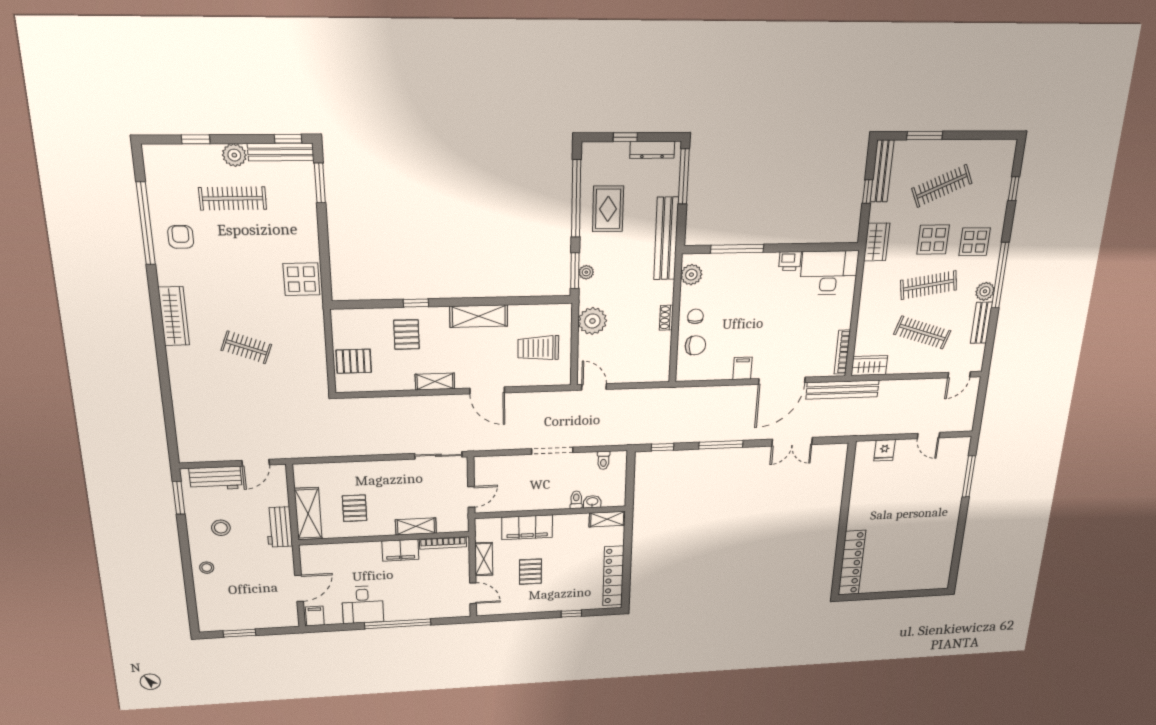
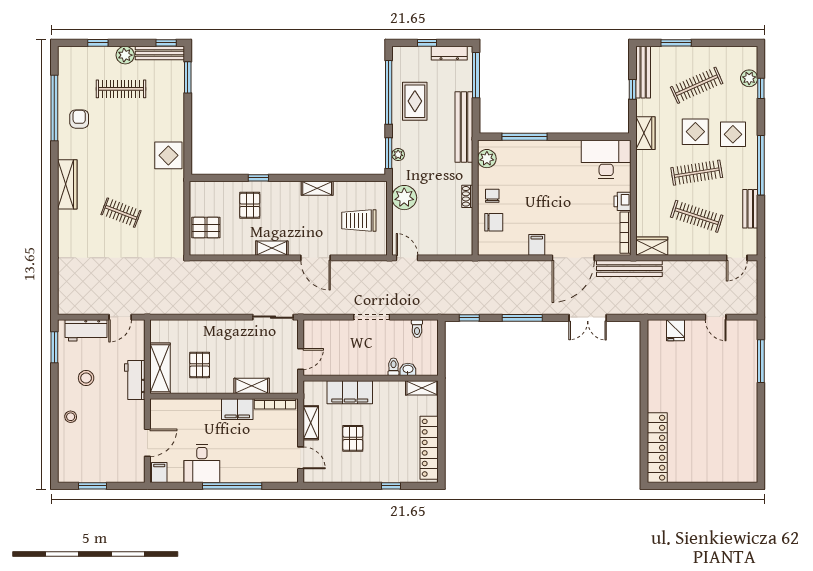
printer: (790, 261) -> (622, 201), moved, turned 90
plant: (985, 291) -> (749, 78), moved
shelving: (479, 316) -> (317, 188), width x0.67, depth x0.75

